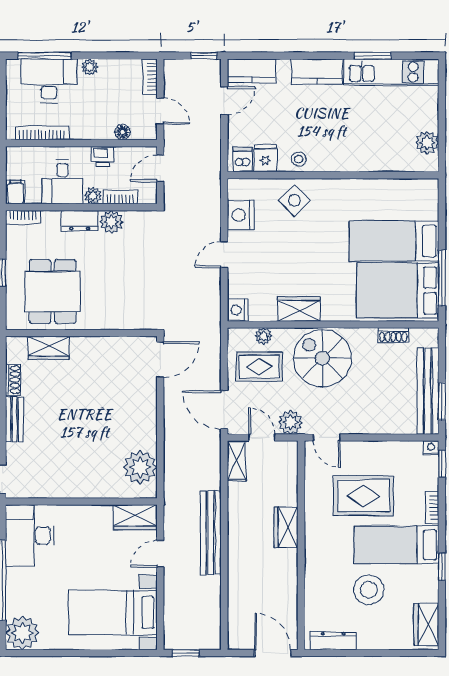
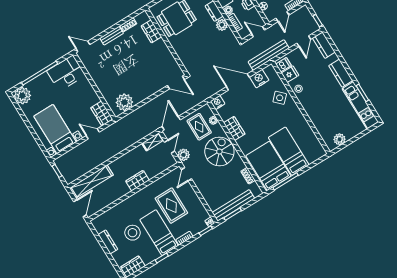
door: (224, 101) -> (304, 41), hinge flipped
door: (224, 255) -> (238, 82), width x1.88
bench: (211, 533) -> (269, 55), moved
shelving: (239, 606) -> (91, 182), added
dresser: (333, 641) -> (108, 242), moved

